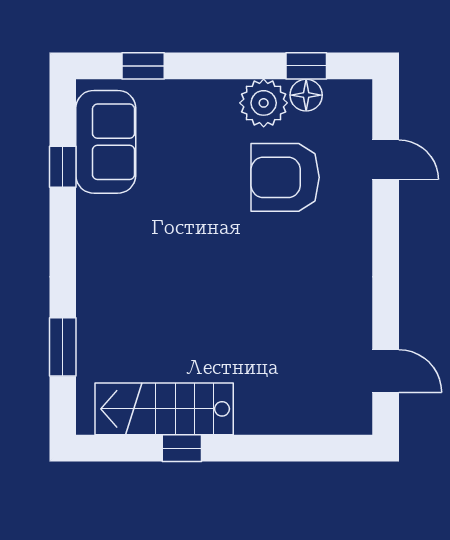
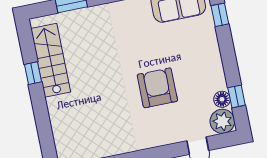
plant: (264, 103) -> (222, 121), moved
armchair: (285, 177) -> (157, 88), moved

